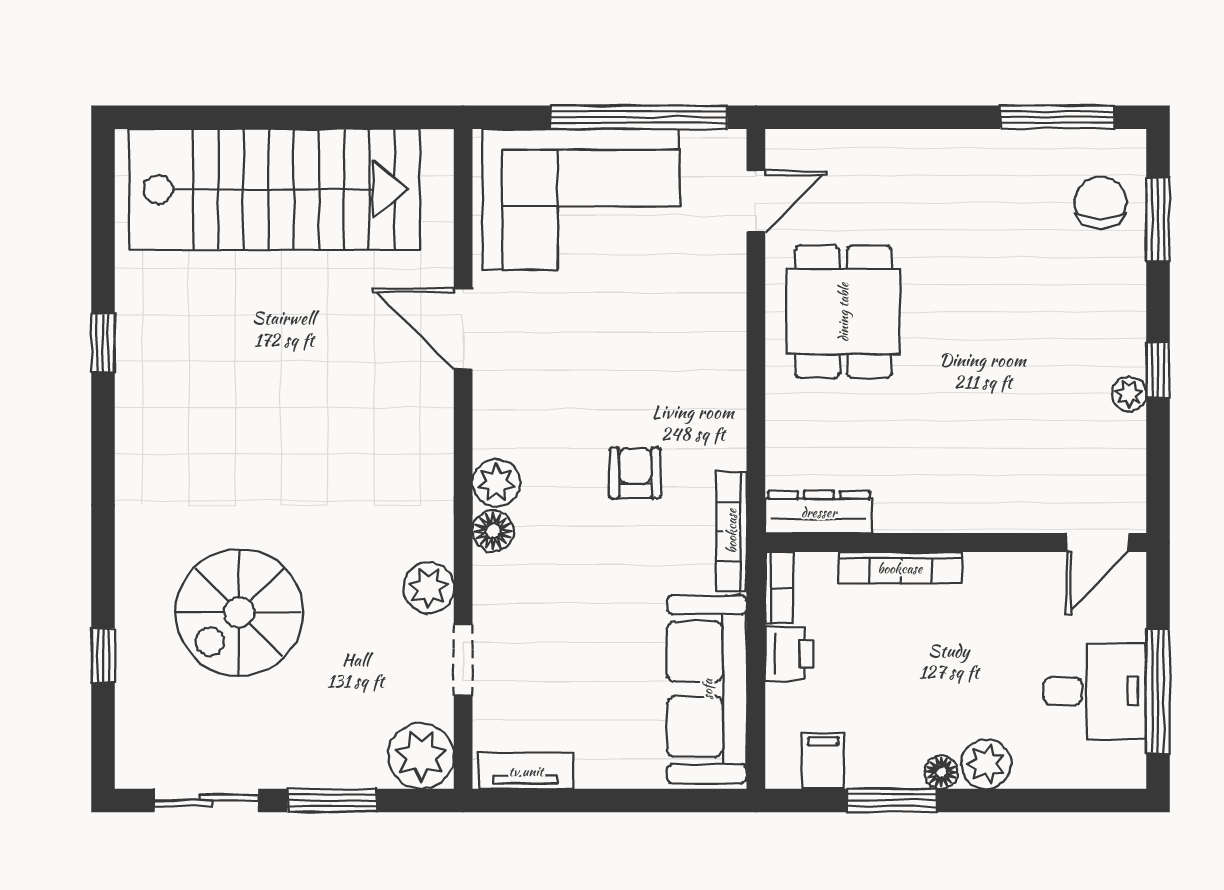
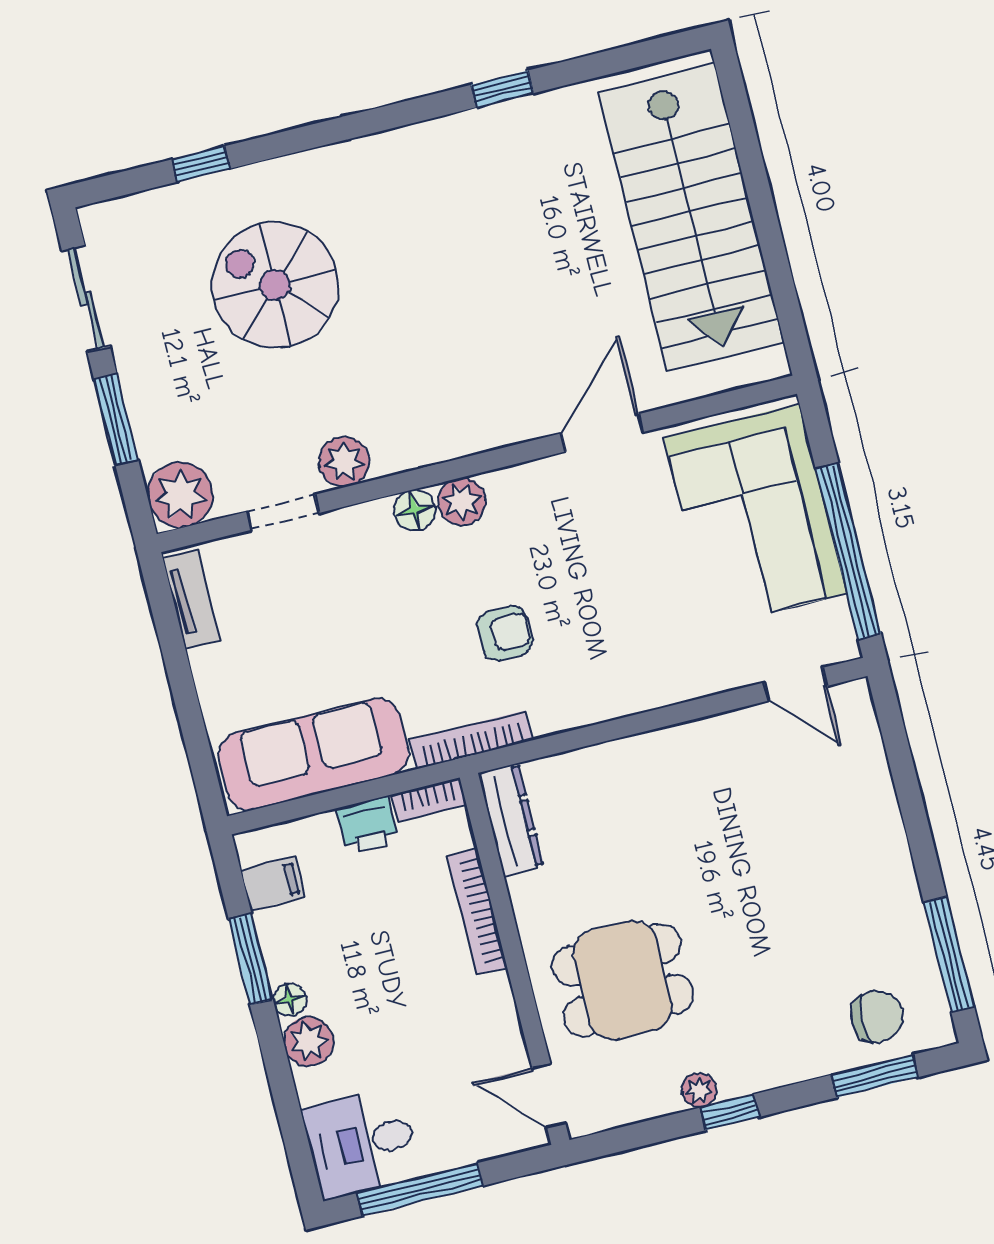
dining table: (843, 312) -> (623, 980), moved
desk: (1095, 691) -> (361, 1143), moved, turned 90

